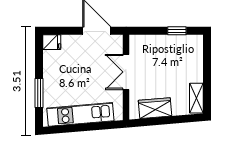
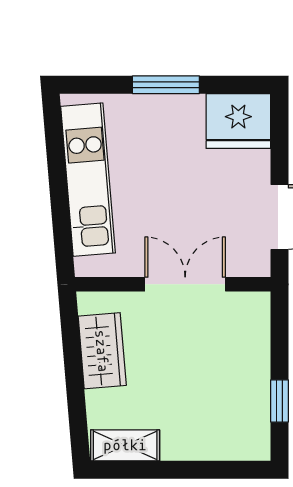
fridge: (52, 42) -> (238, 121), width x1.88, depth x1.34
window: (39, 93) -> (166, 85), moved

